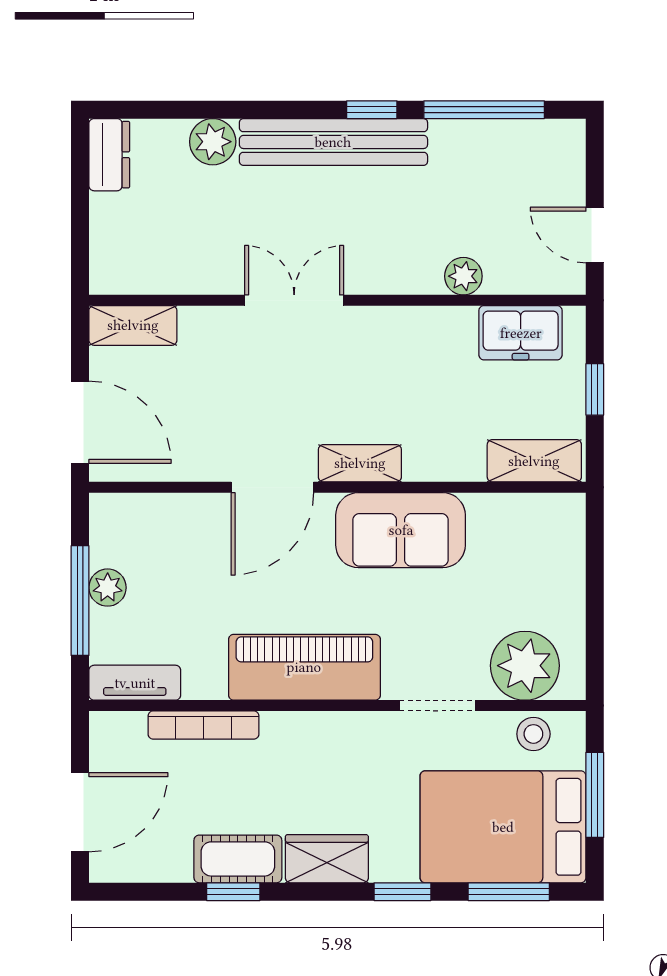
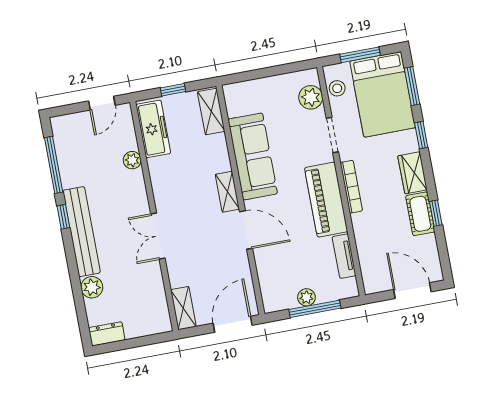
freezer: (521, 333) -> (153, 129), width x1.40
sofa: (401, 530) -> (253, 156), width x1.36
plant: (525, 666) -> (311, 97), width x0.73, depth x0.73
tv unit: (135, 683) -> (344, 256), moved
bookcase: (203, 725) -> (351, 187), moved

